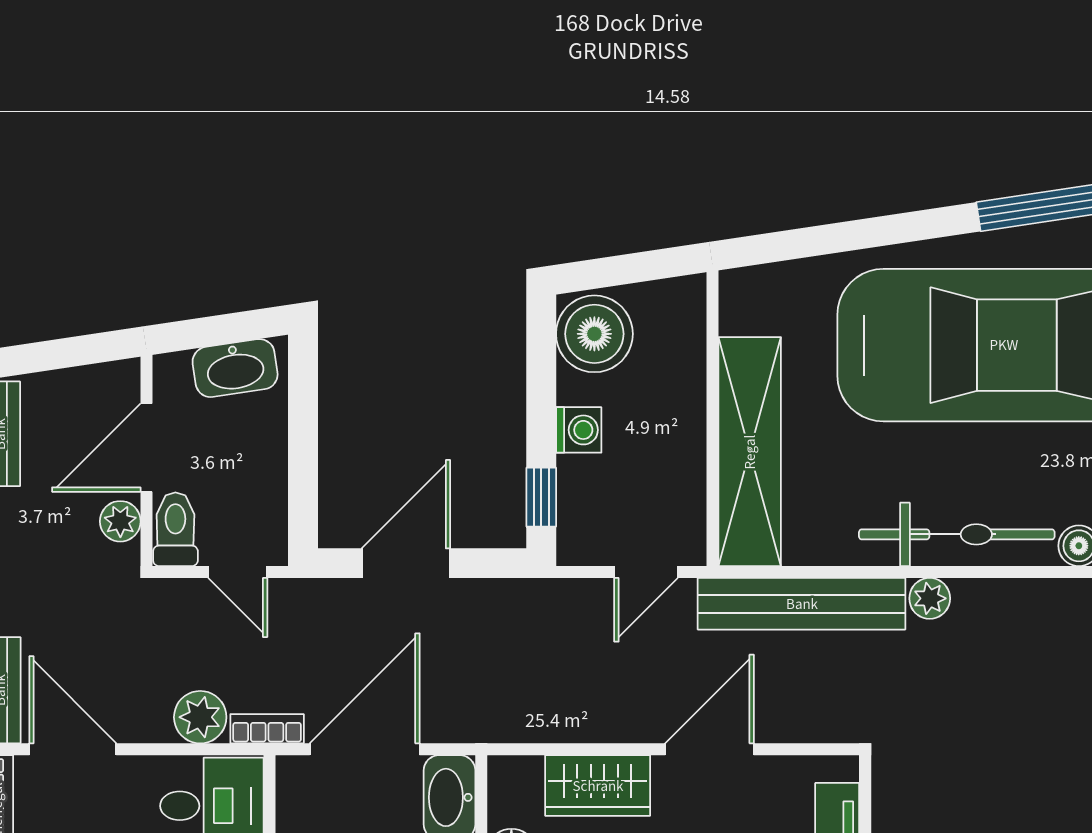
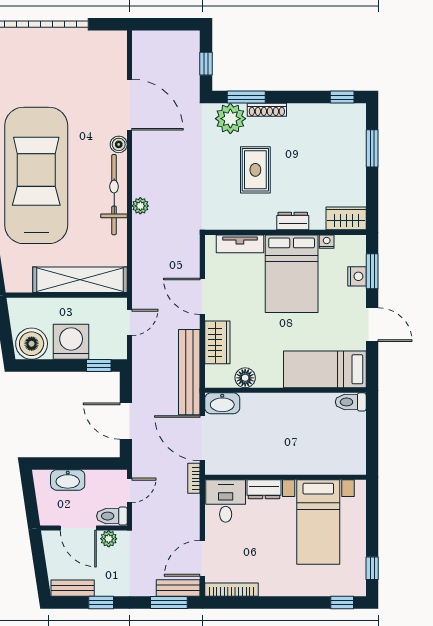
washbasin: (235, 368) -> (68, 480), moved, turned 98
washing machine: (579, 430) -> (71, 342), width x1.89, depth x1.89
door: (646, 572) -> (130, 322), hinge flipped
bench: (802, 604) -> (189, 372), moved
plant: (200, 717) -> (189, 506), removed

